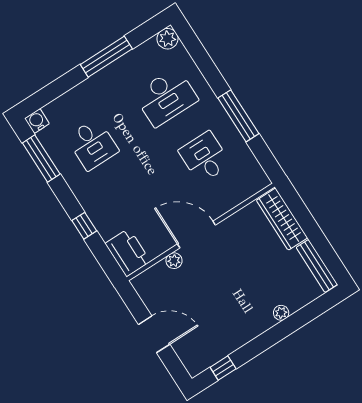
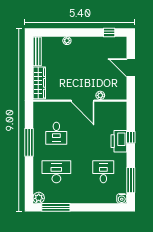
window: (106, 57) -> (56, 207), moved
printer: (128, 253) -> (119, 141), moved

